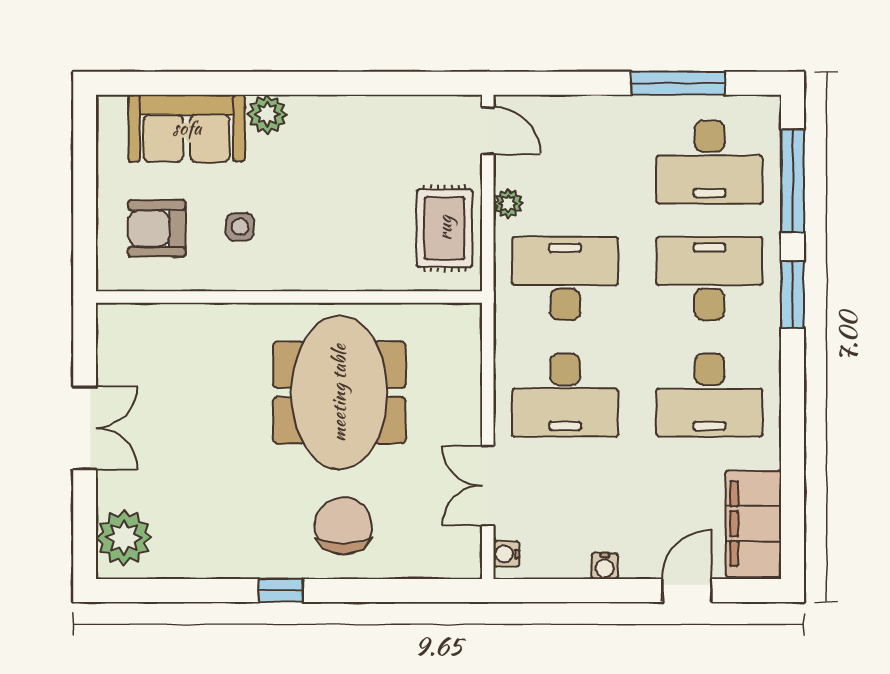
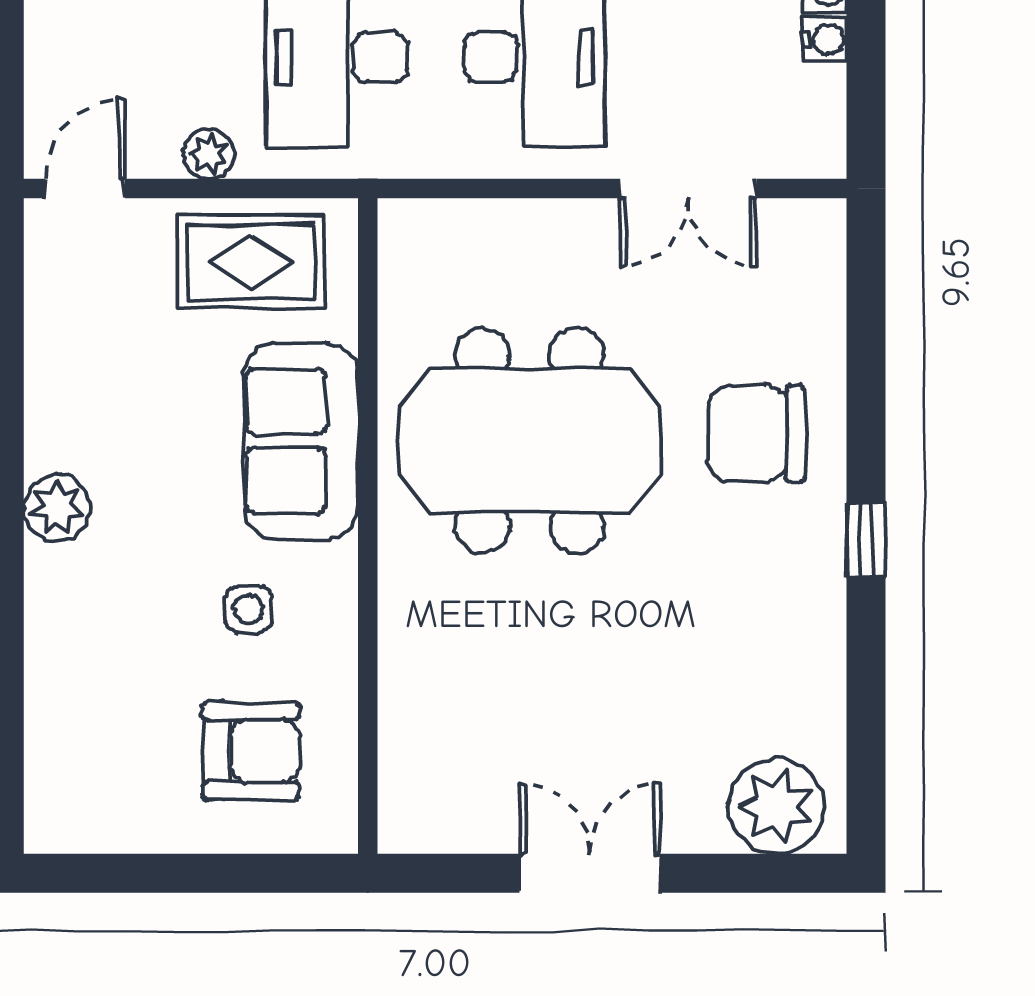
plant: (267, 114) -> (57, 508), moved
sofa: (187, 128) -> (301, 441), moved, turned 180
armchair: (157, 228) -> (251, 751), turned -90
water cooler: (506, 554) -> (825, 39), moved, turned -90

